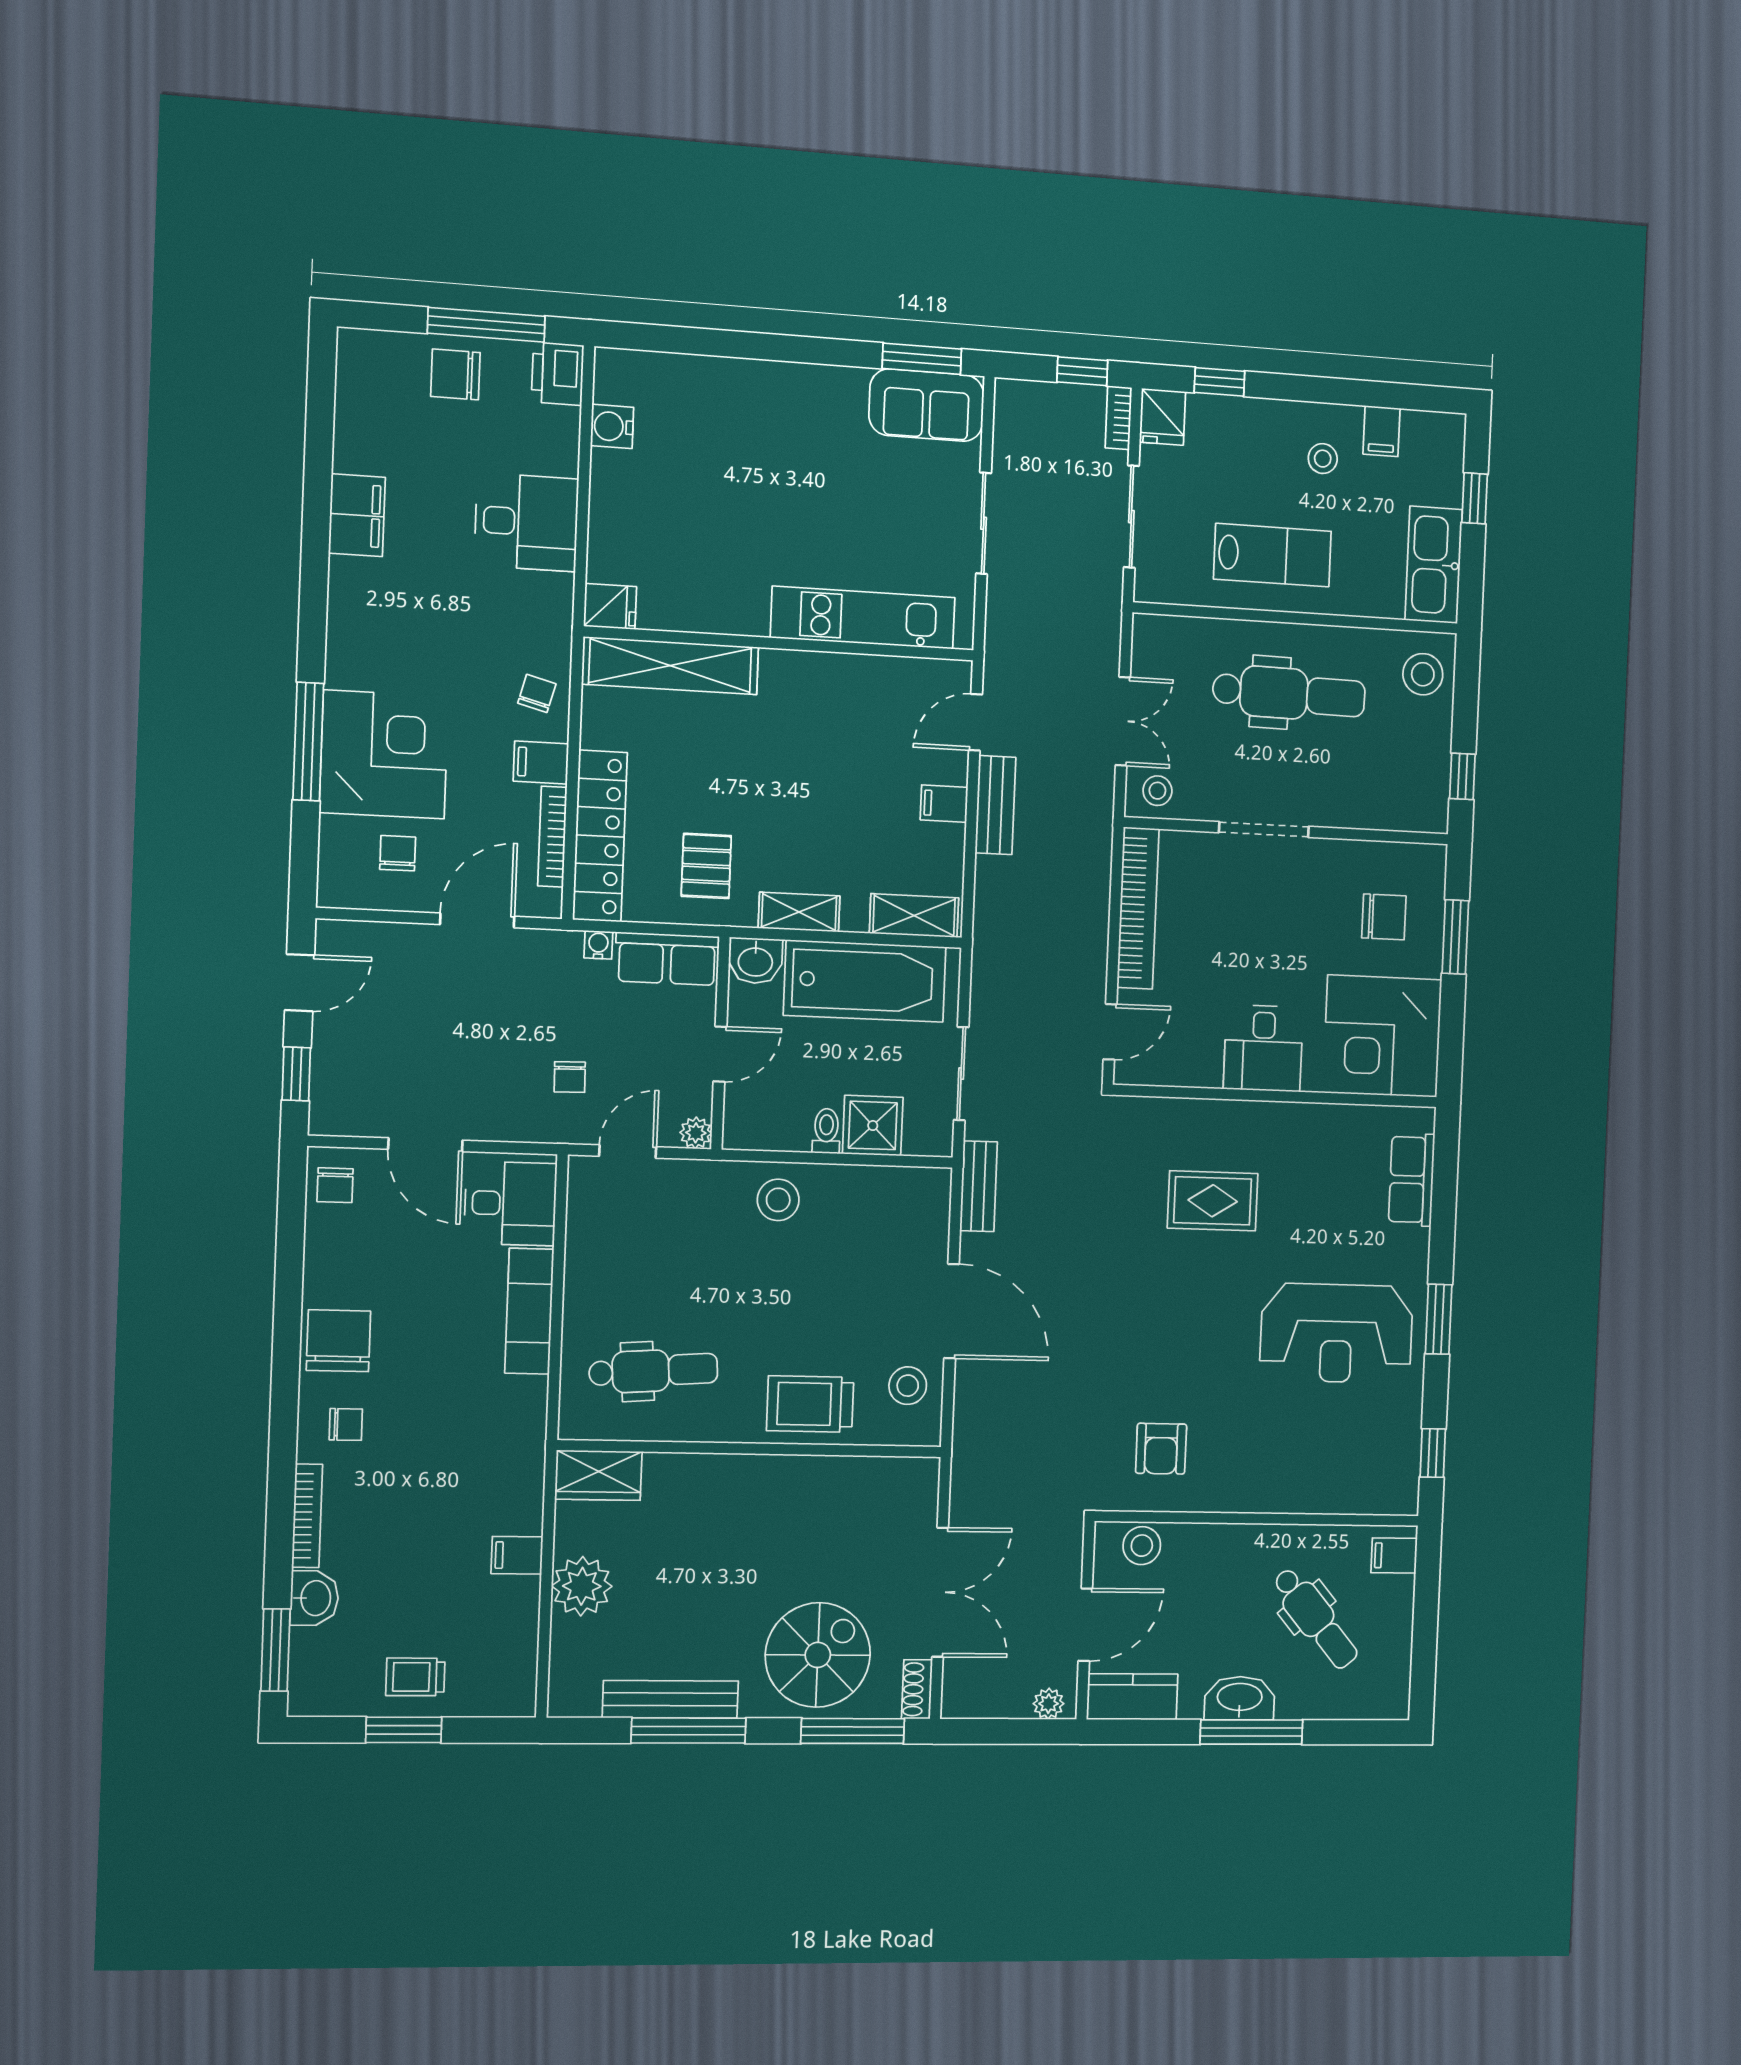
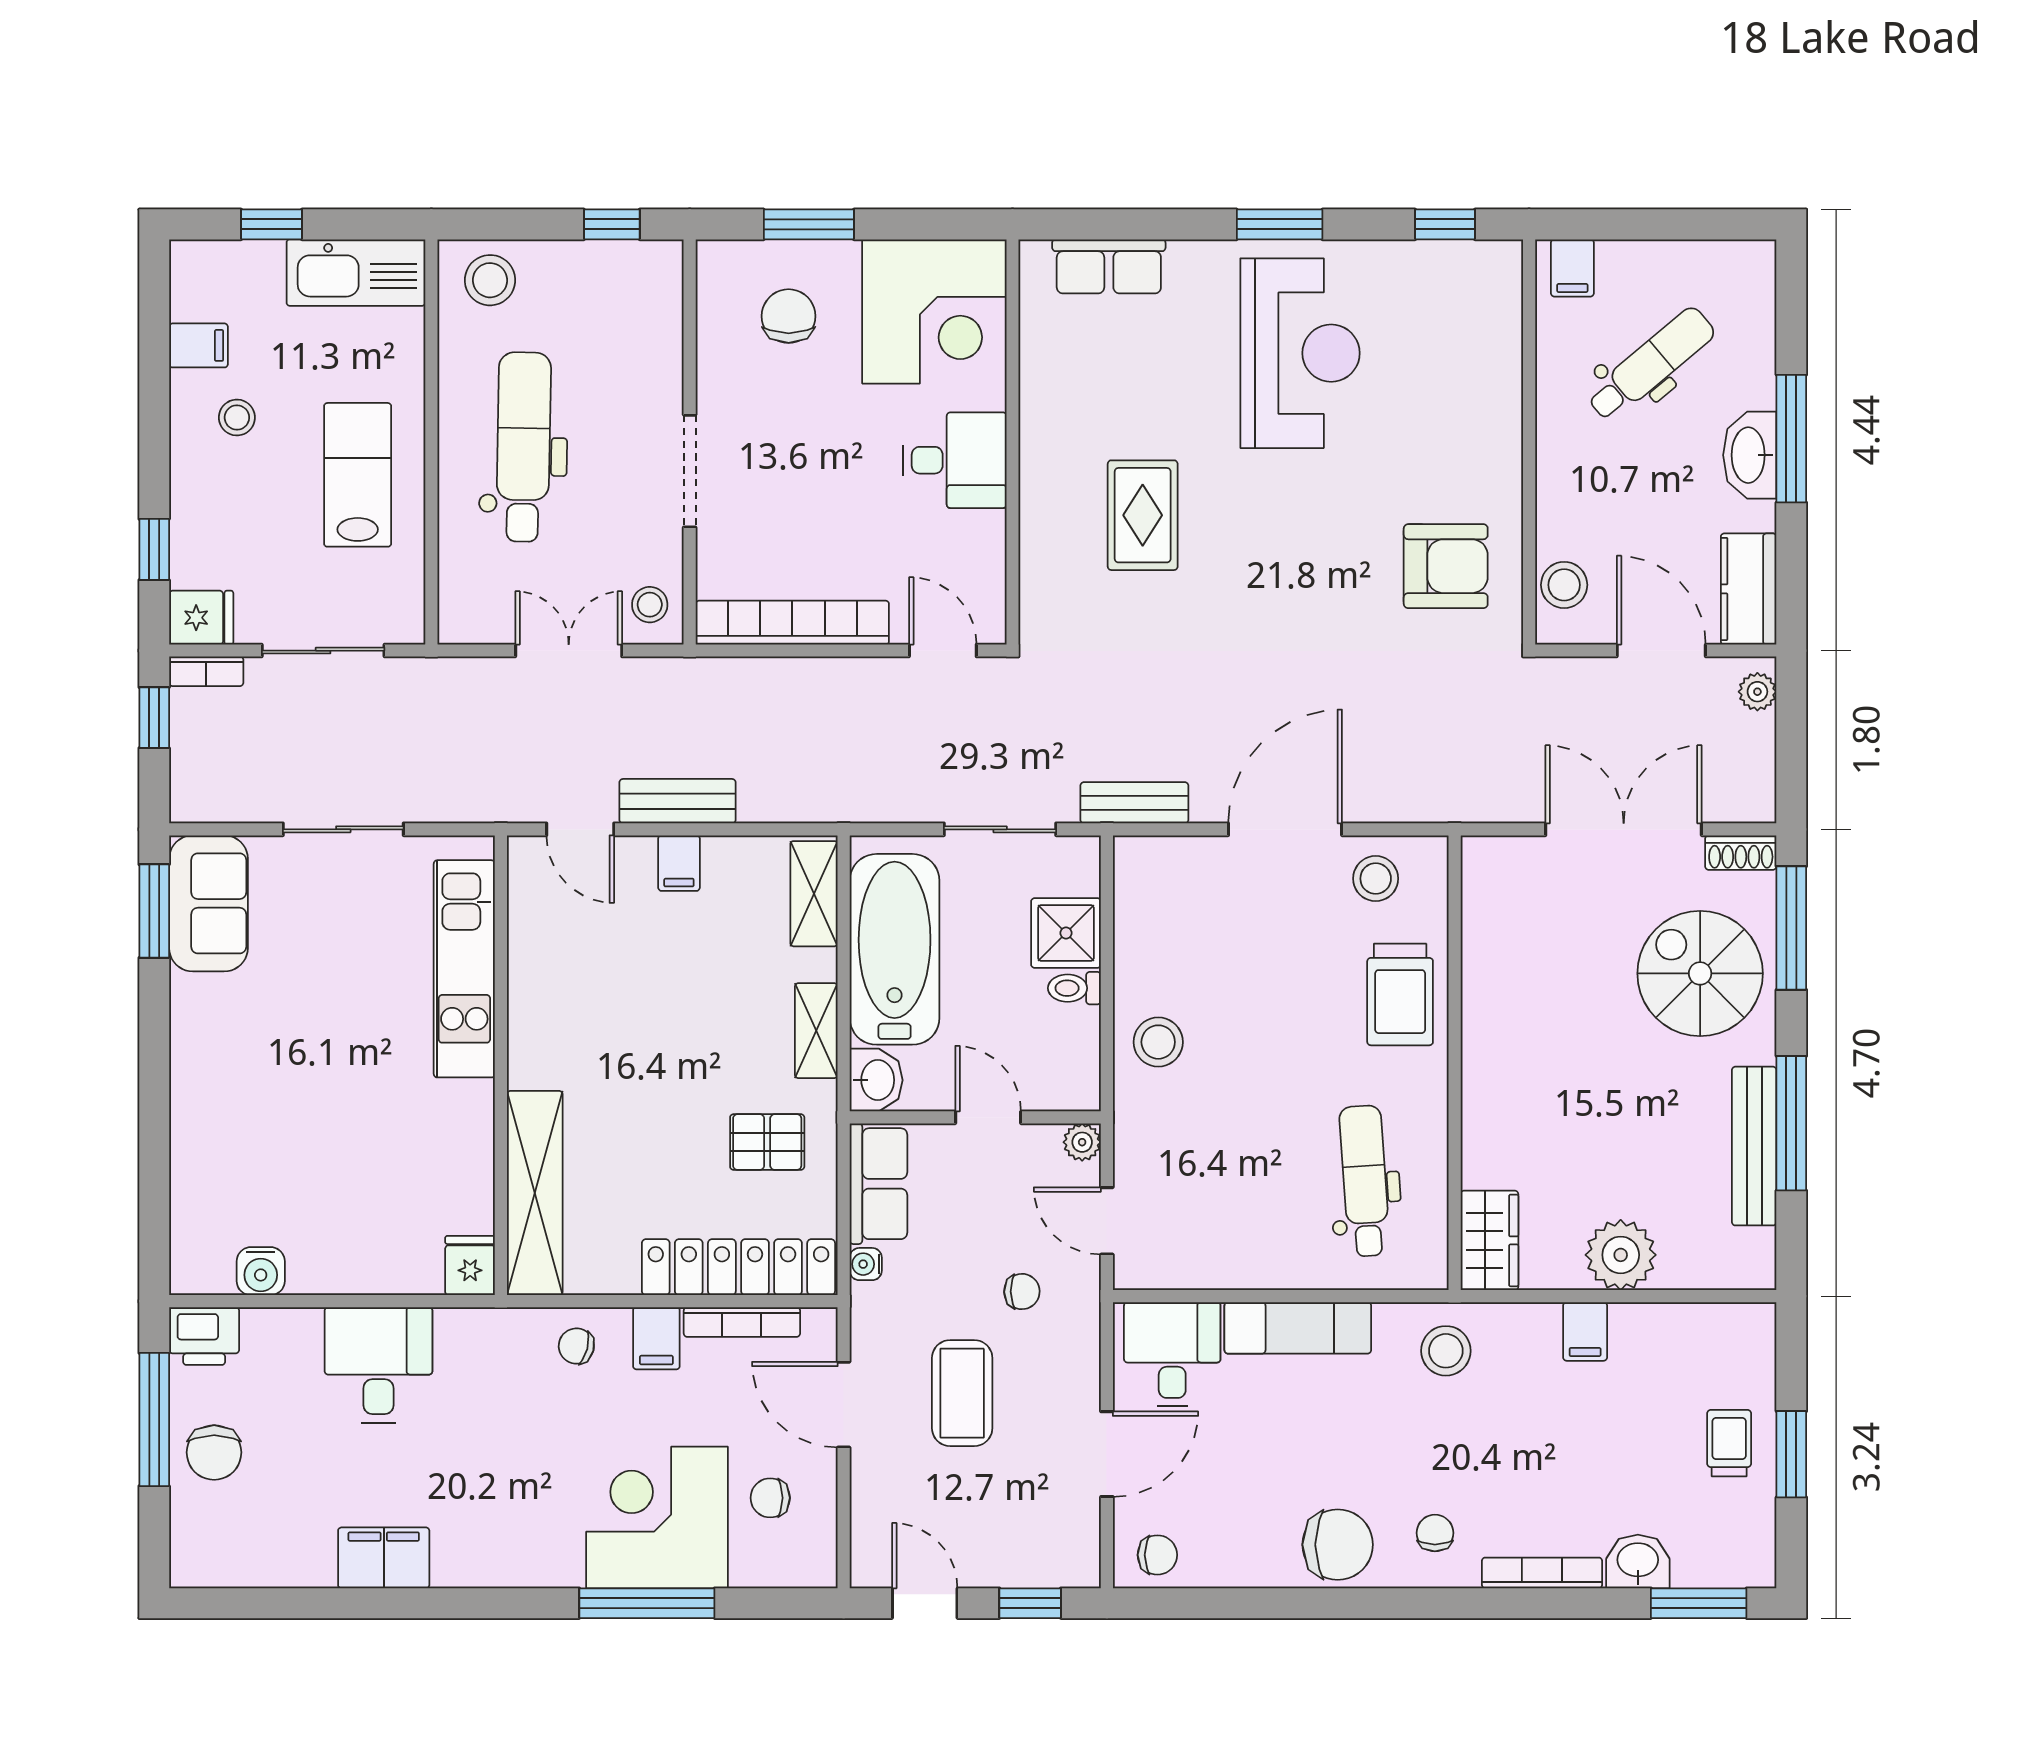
coffee table: (483, 1023) -> (962, 1393), added
chair: (339, 1341) -> (1338, 1545), turned 180
stool: (505, 1437) -> (1446, 1351), added
armchair: (1161, 1449) -> (1446, 566), width x1.38, depth x1.38
trolley: (415, 1677) -> (1729, 1443), turned 180

